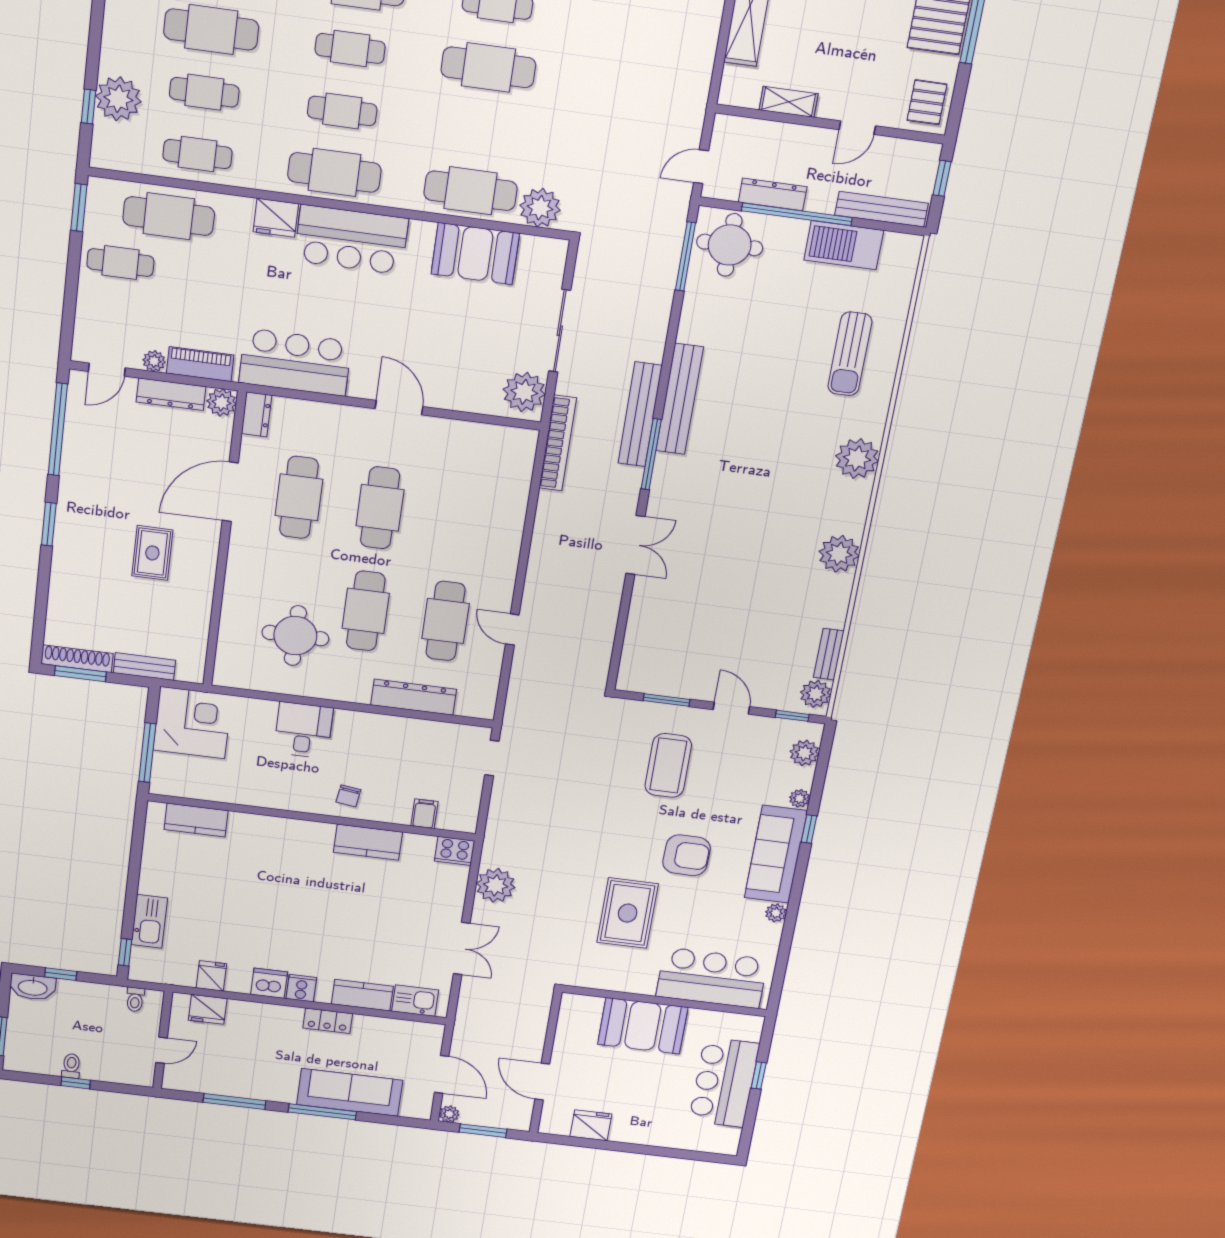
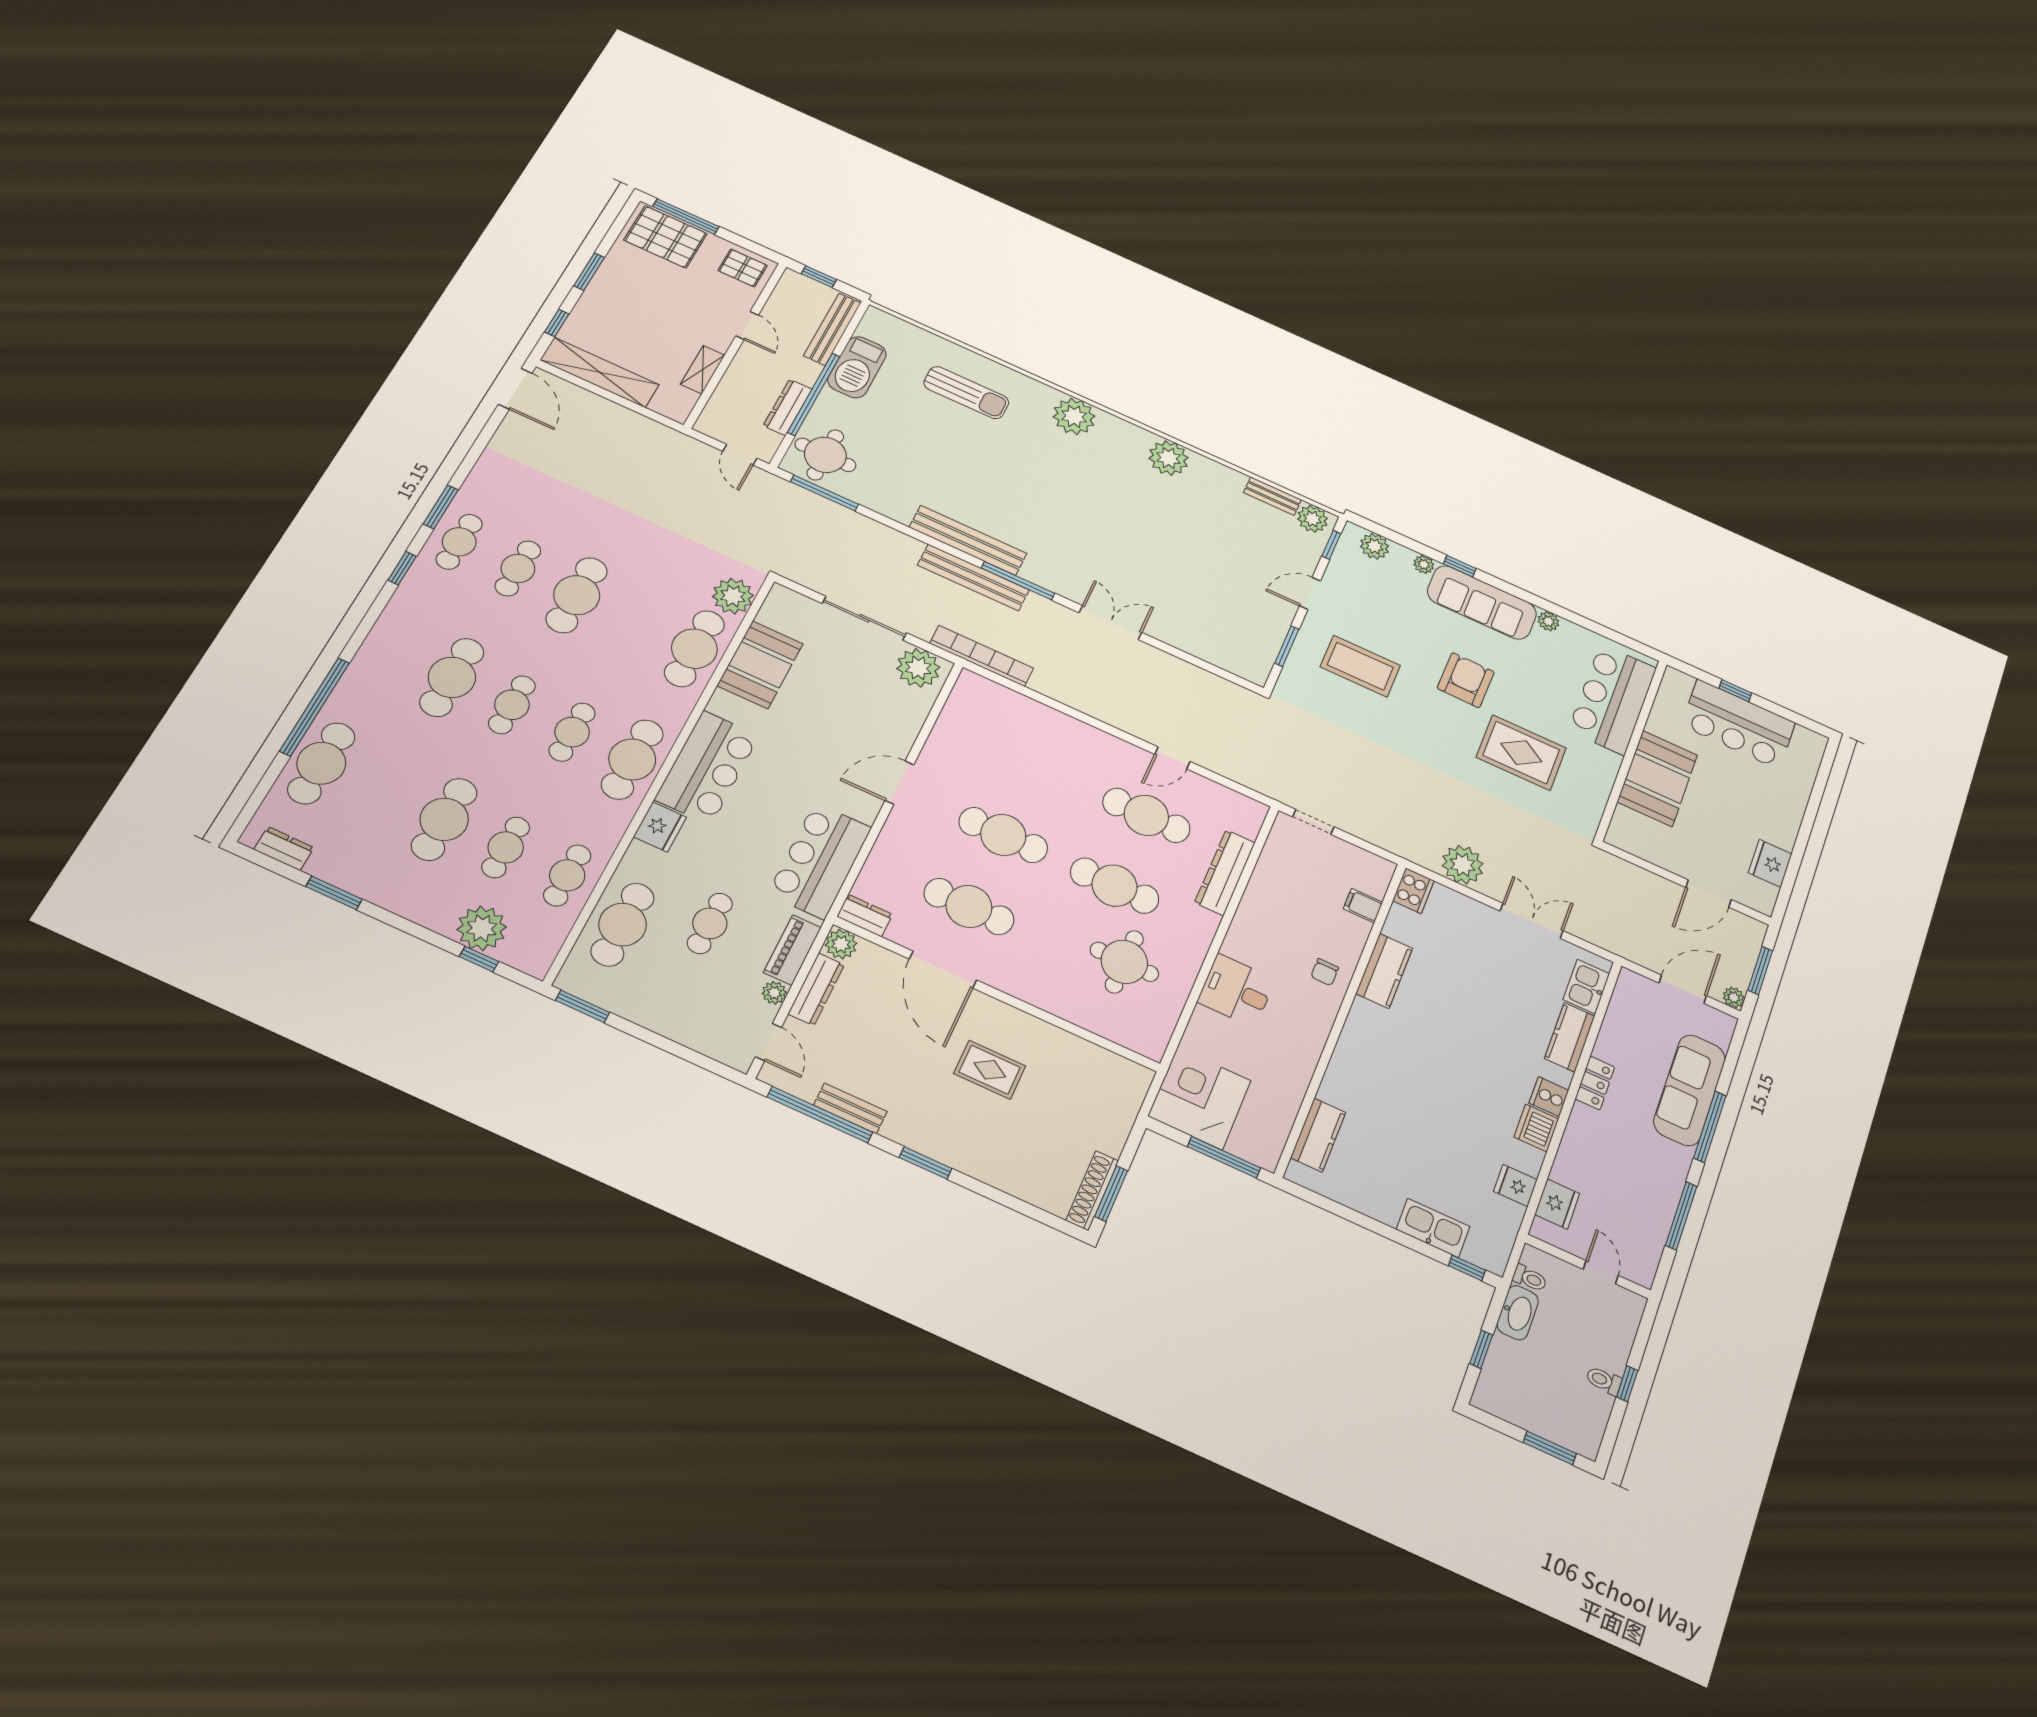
cafe table: (120, 263) -> (710, 923), moved
bench: (144, 667) -> (850, 1108), moved, turned 90
chair: (348, 796) -> (1325, 972), turned 82
washbasin: (33, 987) -> (1518, 1313), moved

